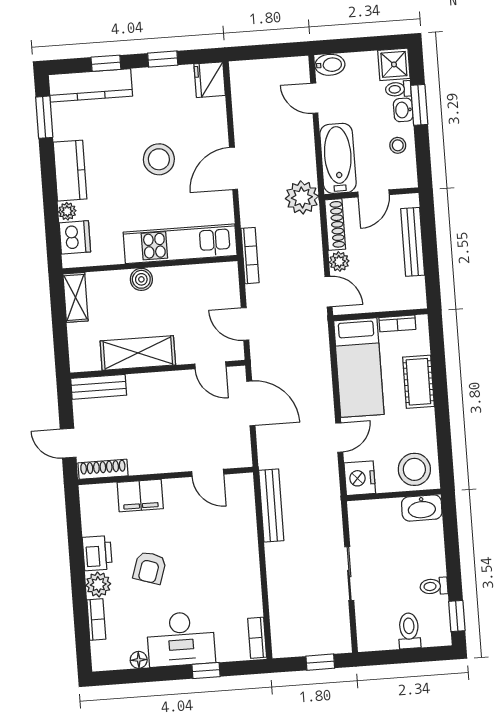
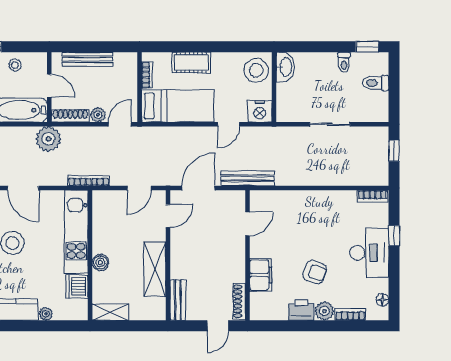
dishwasher: (75, 237) -> (77, 287), moved, turned -90
door: (339, 438) -> (229, 124), swing flipped
bench: (271, 505) -> (248, 178), moved
floor lamp: (139, 660) -> (382, 300), moved

